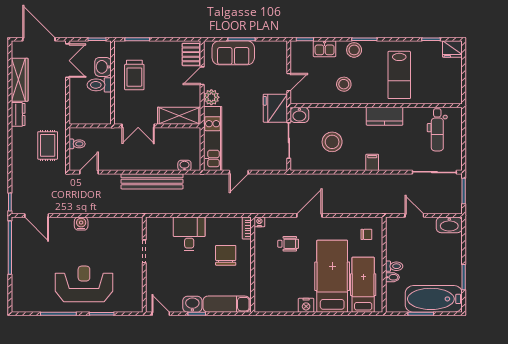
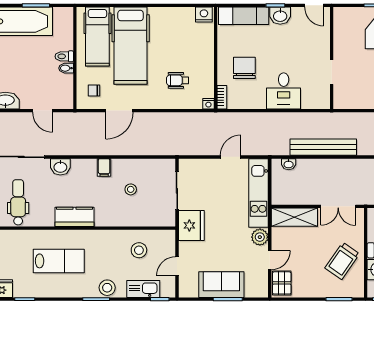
kitchen sink: (325, 49) -> (143, 289), width x1.38
sofa: (233, 53) -> (221, 285), moved
trolley: (134, 75) -> (342, 261), turned -145
lab bench: (399, 75) -> (59, 261), turned 90
door: (289, 82) -> (177, 266), moved
stool: (344, 84) -> (139, 250), moved
washbasin: (299, 115) -> (60, 167), moved, turned 180
double door: (138, 126) -> (338, 206), swing flipped
stool: (332, 142) -> (131, 189), width x0.53, depth x0.53
filing cabinet: (372, 162) -> (104, 167), moved
door: (309, 216) -> (119, 111), moved
chair: (226, 255) -> (244, 68), turned 180
bidet: (392, 277) -> (66, 68), moved
nightstand: (306, 305) -> (204, 15), moved

